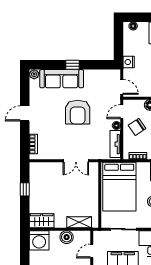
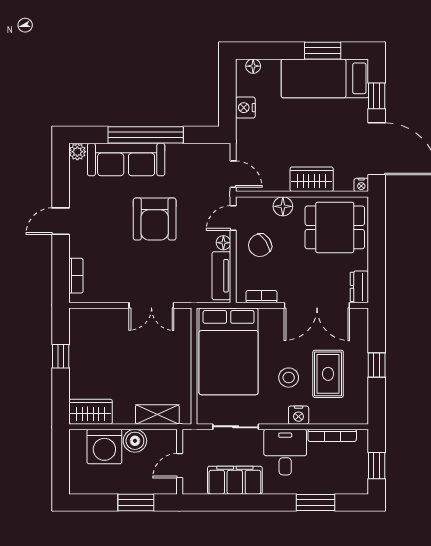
nightstand: (129, 62) -> (245, 108), moved
window: (73, 65) -> (146, 135), width x3.17
washing machine: (39, 240) -> (104, 447), moved

